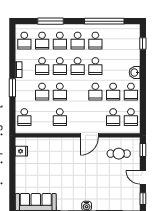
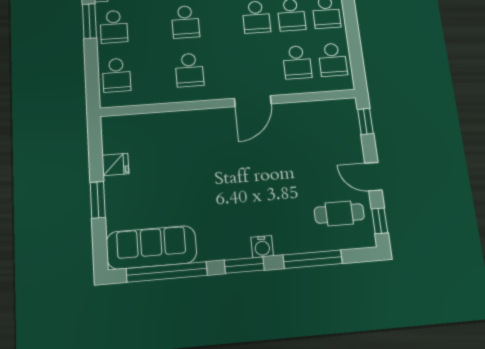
school desk: (42, 92) -> (114, 27), moved
fridge: (21, 151) -> (115, 164), moved
cafe table: (119, 154) -> (339, 213), moved
window: (12, 178) -> (98, 200), added

